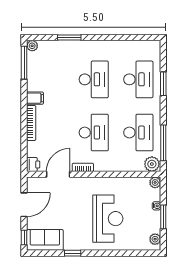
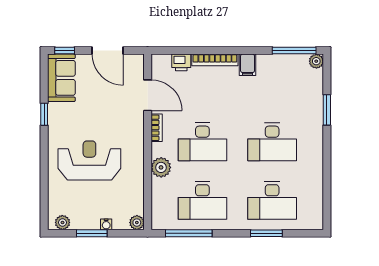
plant: (152, 164) -> (161, 167), moved
printer: (33, 165) -> (181, 62), moved
reception desk: (108, 219) -> (89, 160), turned 180

